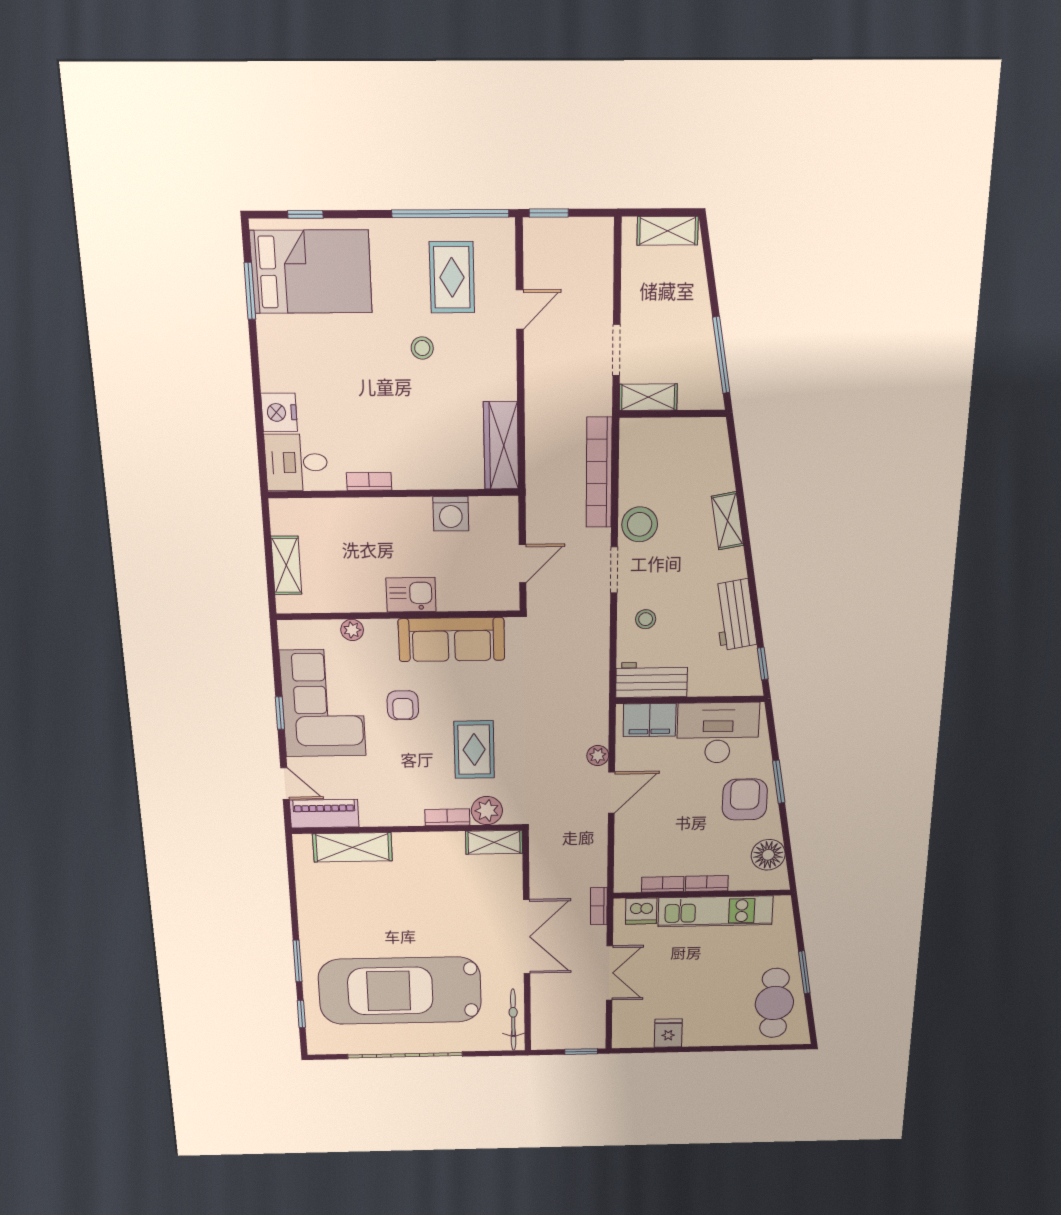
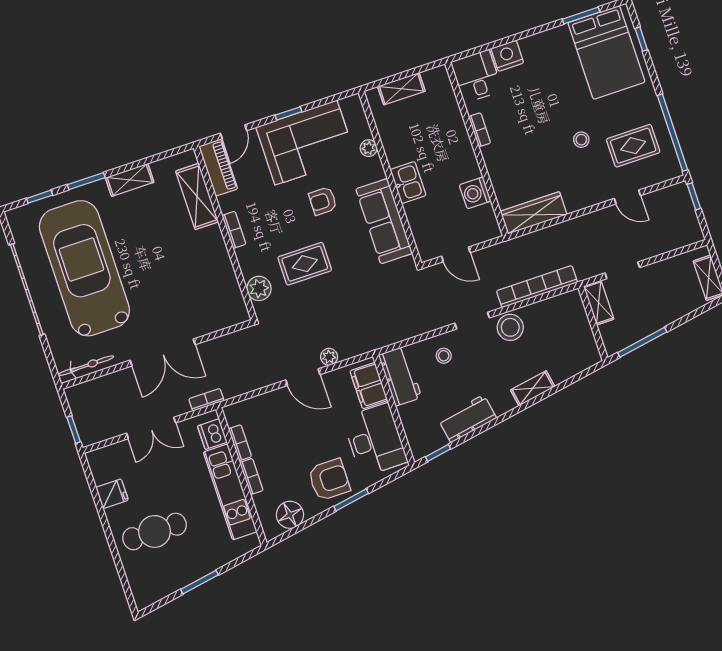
bookcase: (447, 817) -> (234, 230), moved
shelving: (494, 842) -> (130, 180), moved, turned 90
cafe table: (774, 1003) -> (155, 531), moved

